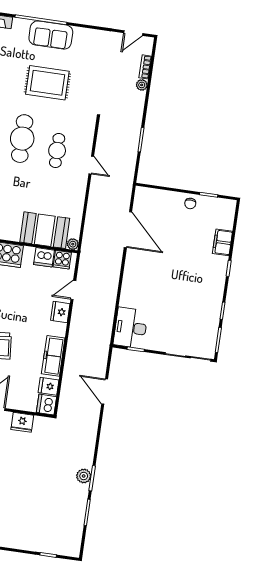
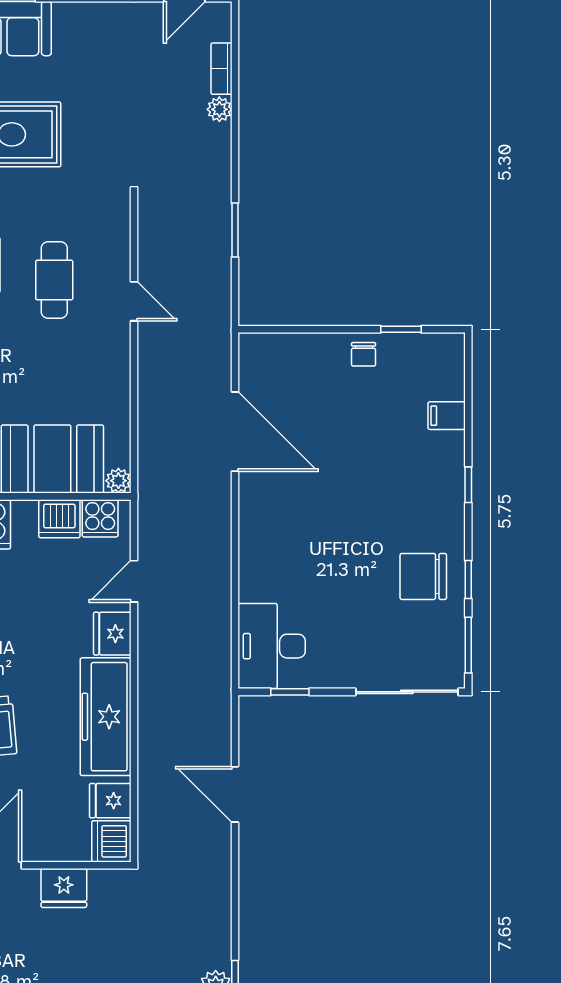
filing cabinet: (222, 242) -> (447, 416), width x0.50
chair: (203, 306) -> (423, 576), added
freezer: (53, 356) -> (106, 717), width x1.36, depth x1.26

